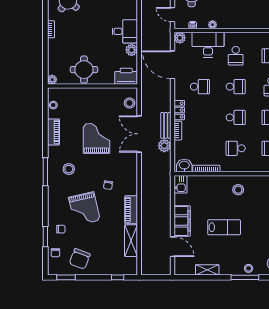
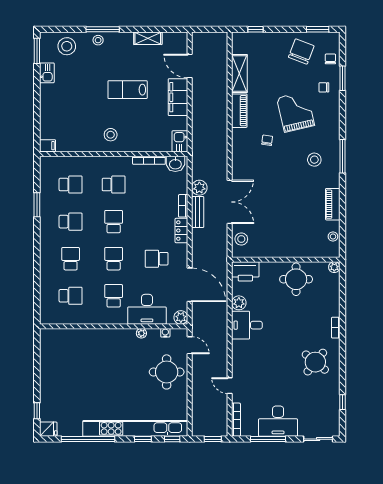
school desk: (236, 87) -> (114, 259), turned 90
school desk: (236, 117) -> (114, 222), turned 90
grand piano: (96, 138) -> (281, 197), removed

